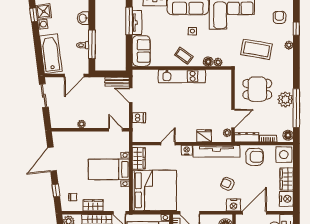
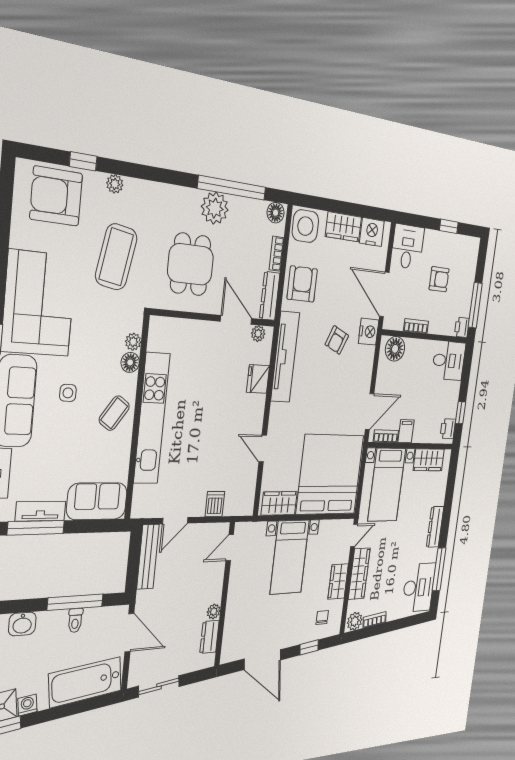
armchair: (279, 17) -> (56, 196), width x1.88, depth x1.88
kitchen unit: (182, 76) -> (152, 419), width x1.36
bench: (117, 82) -> (148, 557), width x1.36
dresser: (68, 123) -> (210, 637), added
nightstand: (187, 150) -> (277, 414), removed

